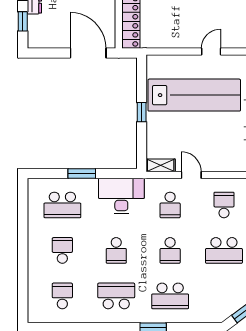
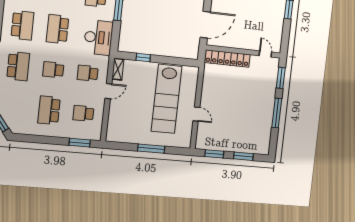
window: (142, 112) -> (143, 58), moved
school desk: (224, 205) -> (83, 113), turned 180
school desk: (116, 250) -> (58, 29), width x1.85
school desk: (170, 296) -> (18, 66), turned 180

